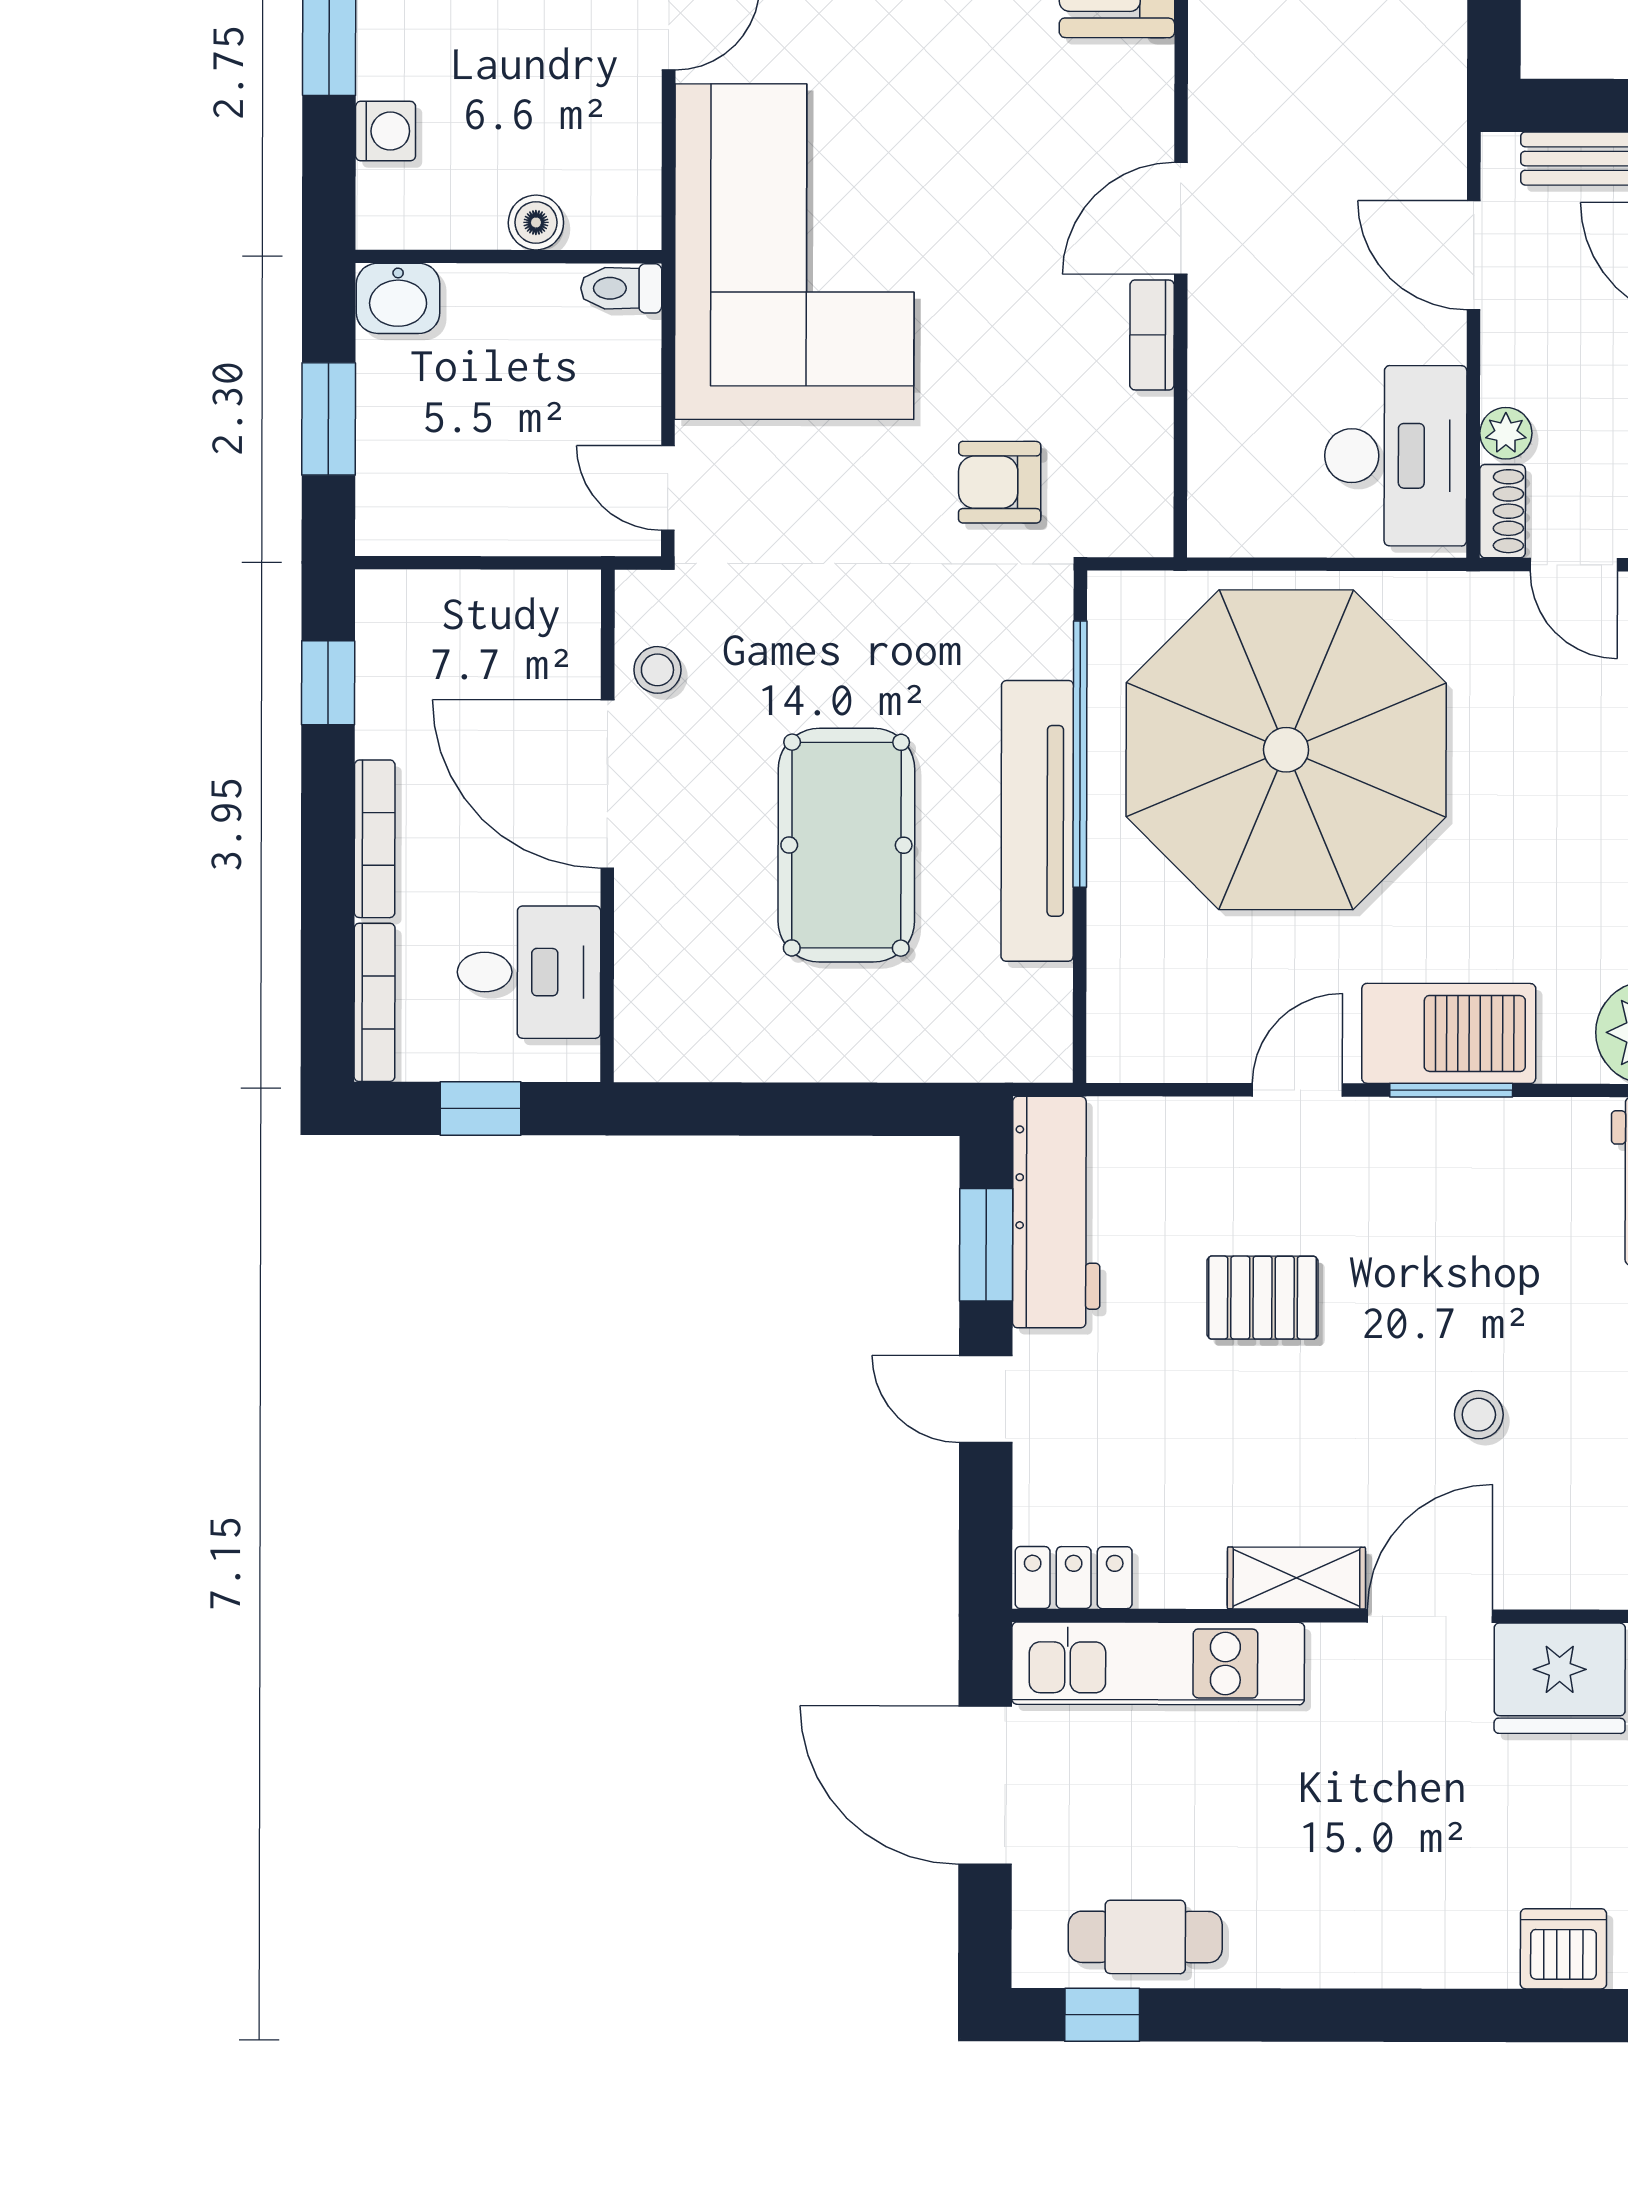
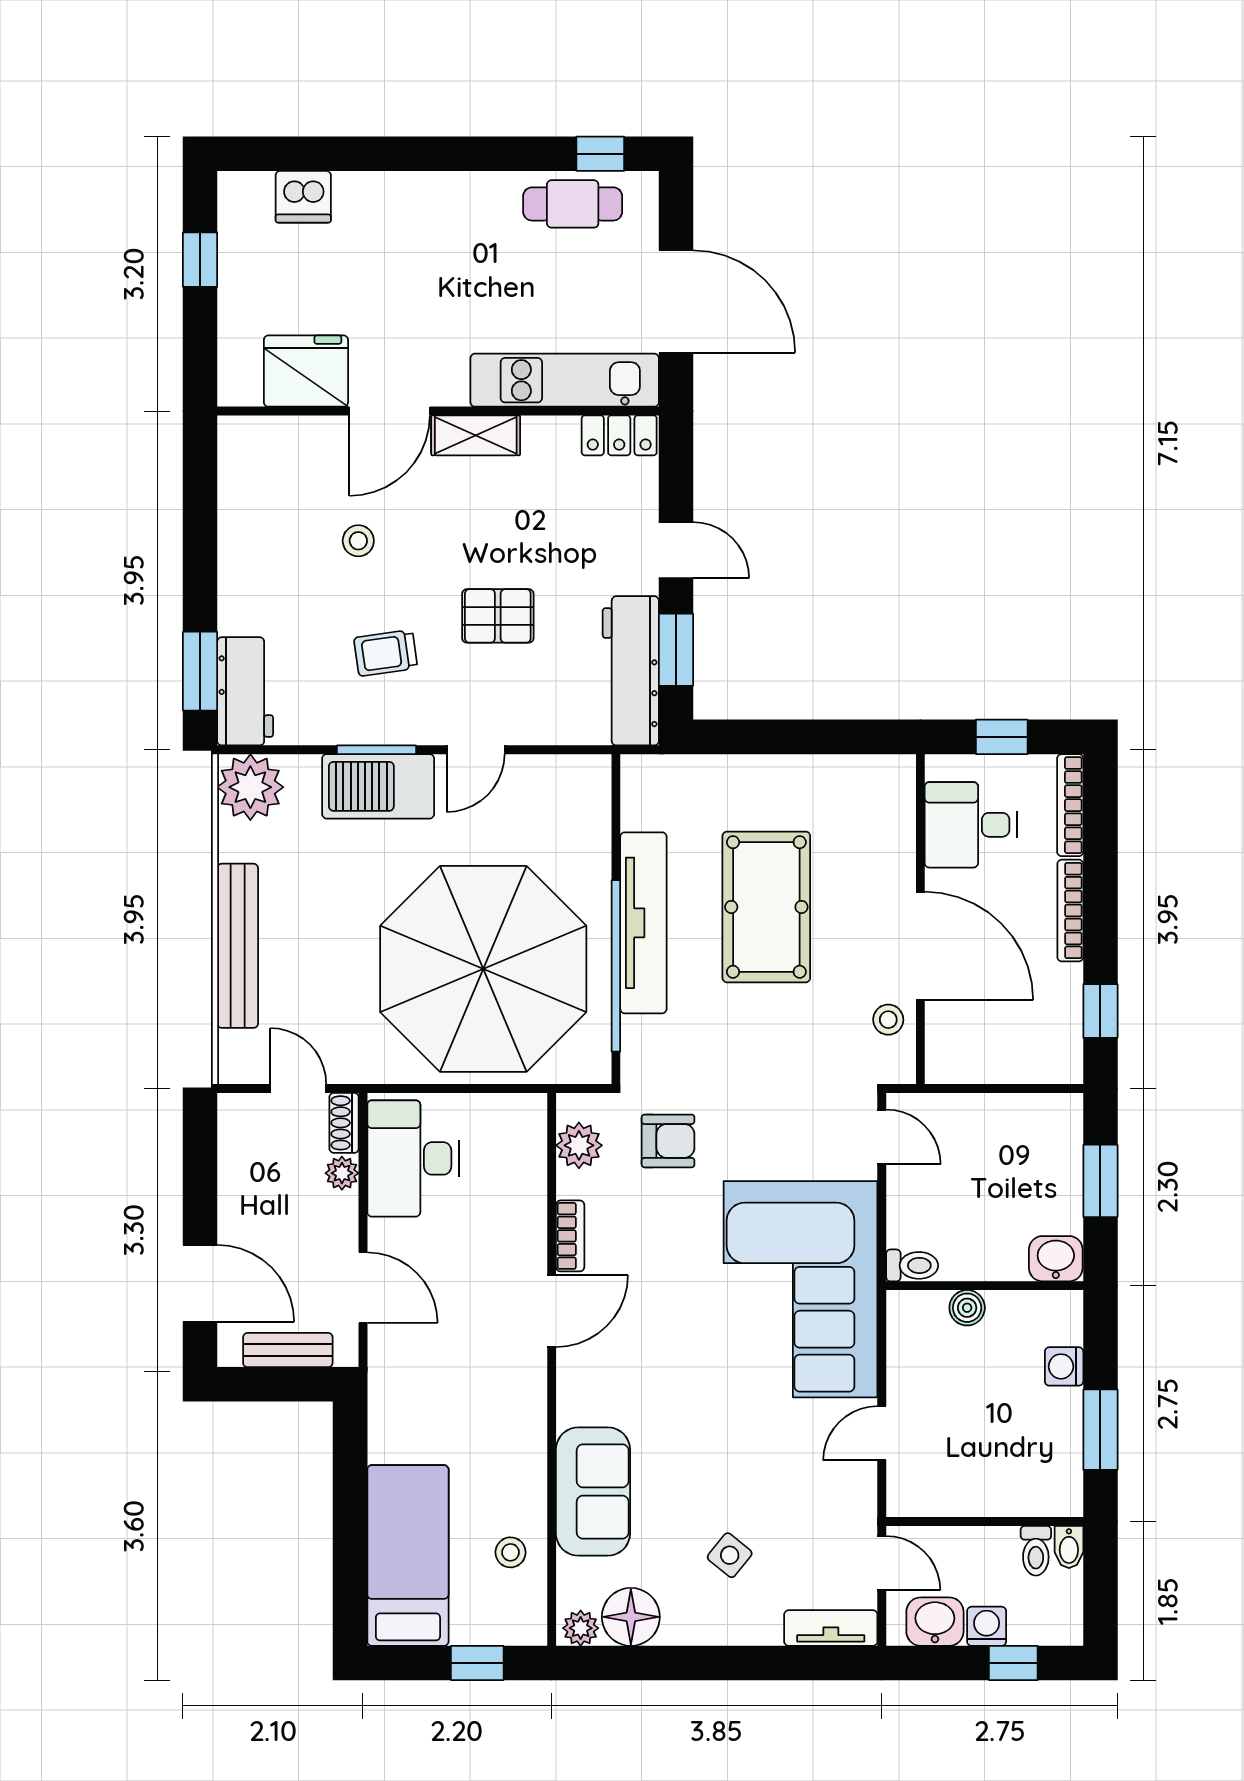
plant: (1138, 476) -> (579, 1145), added
trolley: (1437, 1240) -> (386, 653), added

